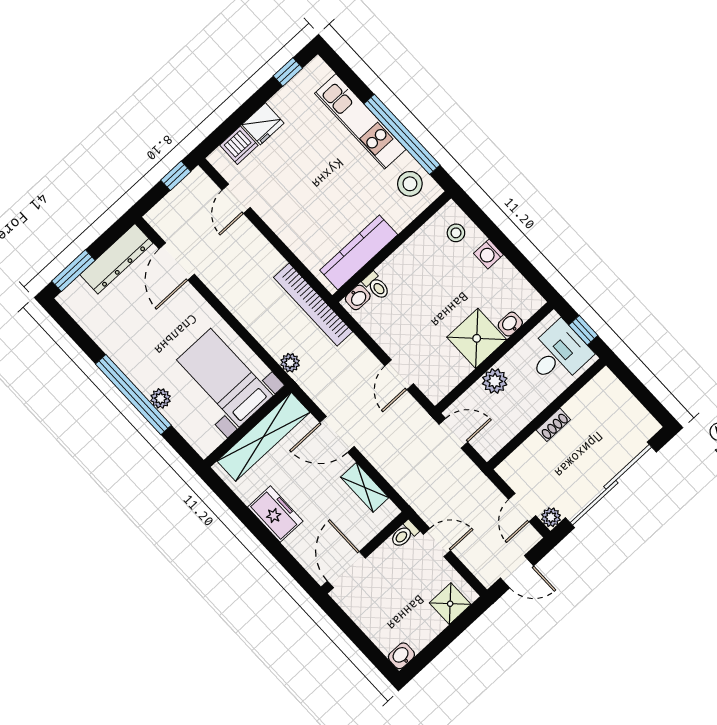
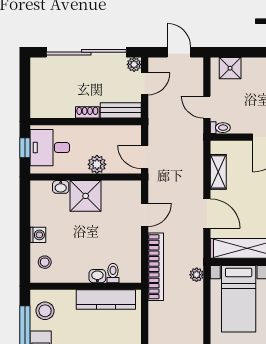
washbasin: (358, 297) -> (97, 276), moved
bookcase: (313, 305) -> (156, 267), moved
bench: (521, 458) -> (121, 110), added

